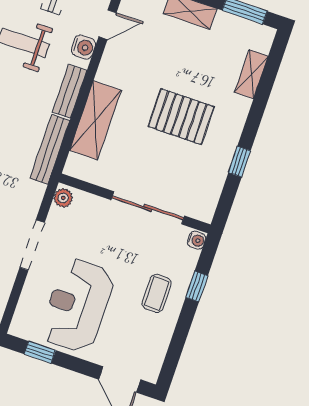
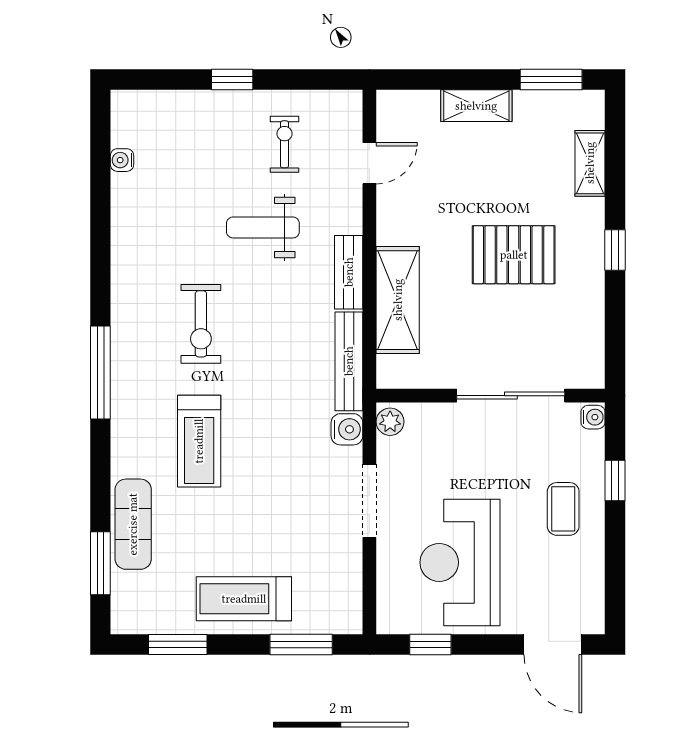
water cooler: (83, 47) -> (347, 429), moved
window: (240, 162) -> (615, 250), moved

